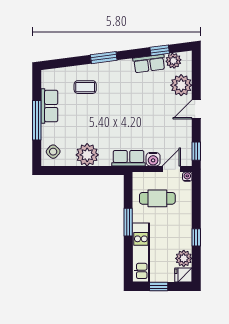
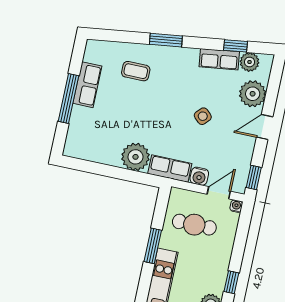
side table: (53, 152) -> (203, 116), moved
plant: (87, 155) -> (135, 157), moved

